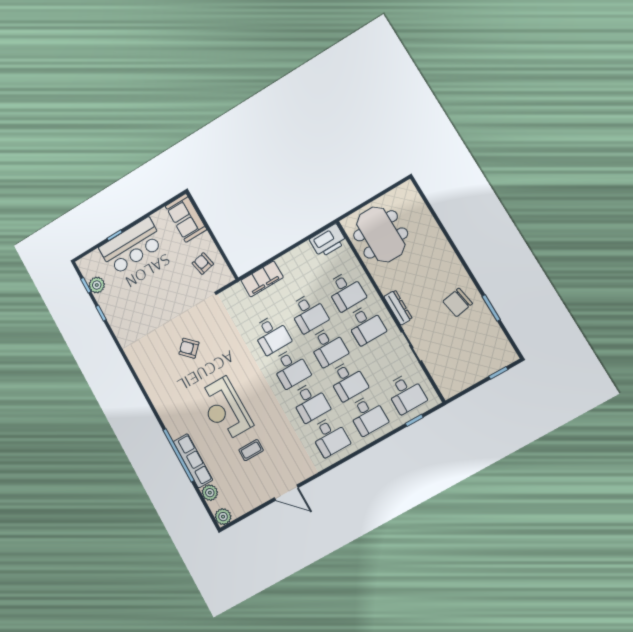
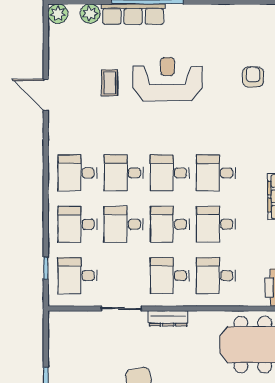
armchair: (189, 348) -> (253, 77), turned -45
door: (286, 493) -> (46, 95), hinge flipped

